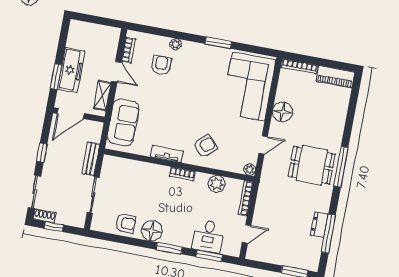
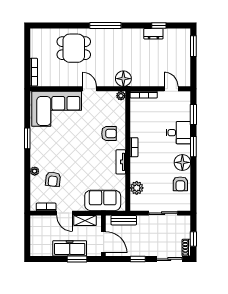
armchair: (161, 65) -> (53, 179), turned -84
door: (116, 72) -> (64, 213), swing flipped
piano: (335, 77) -> (37, 43), removed
floor lamp: (282, 112) -> (123, 79), moved
door: (263, 145) -> (90, 89), moved
armchair: (205, 146) -> (109, 134), turned 132
bench: (91, 159) -> (124, 220), moved
dining table: (312, 165) -> (74, 48), moved, turned 90
plant: (217, 184) -> (137, 188), moved
armchair: (126, 223) -> (180, 184), turned 180
window: (328, 233) -> (159, 25), width x0.46
desk: (208, 236) -> (178, 133), moved

